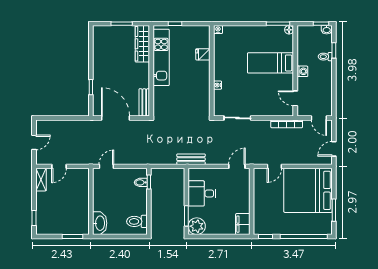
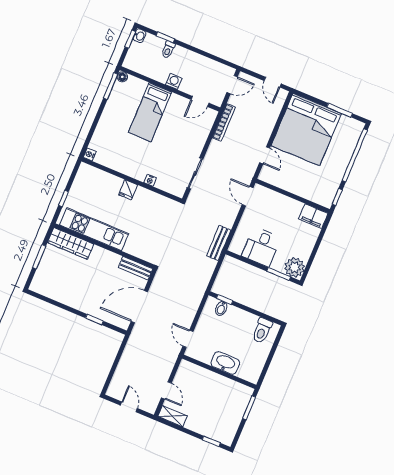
fridge: (203, 54) -> (128, 190), moved
washbasin: (100, 223) -> (225, 363), moved

